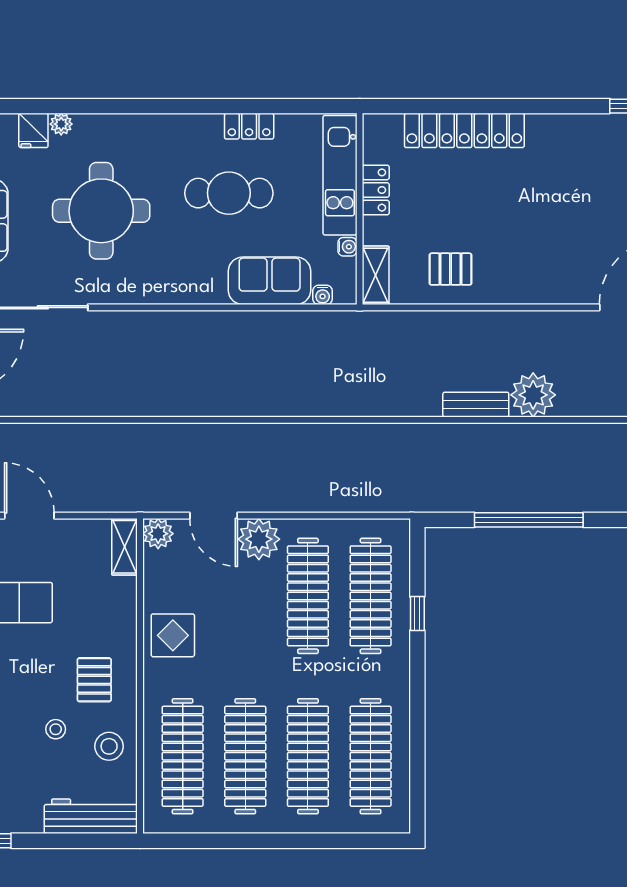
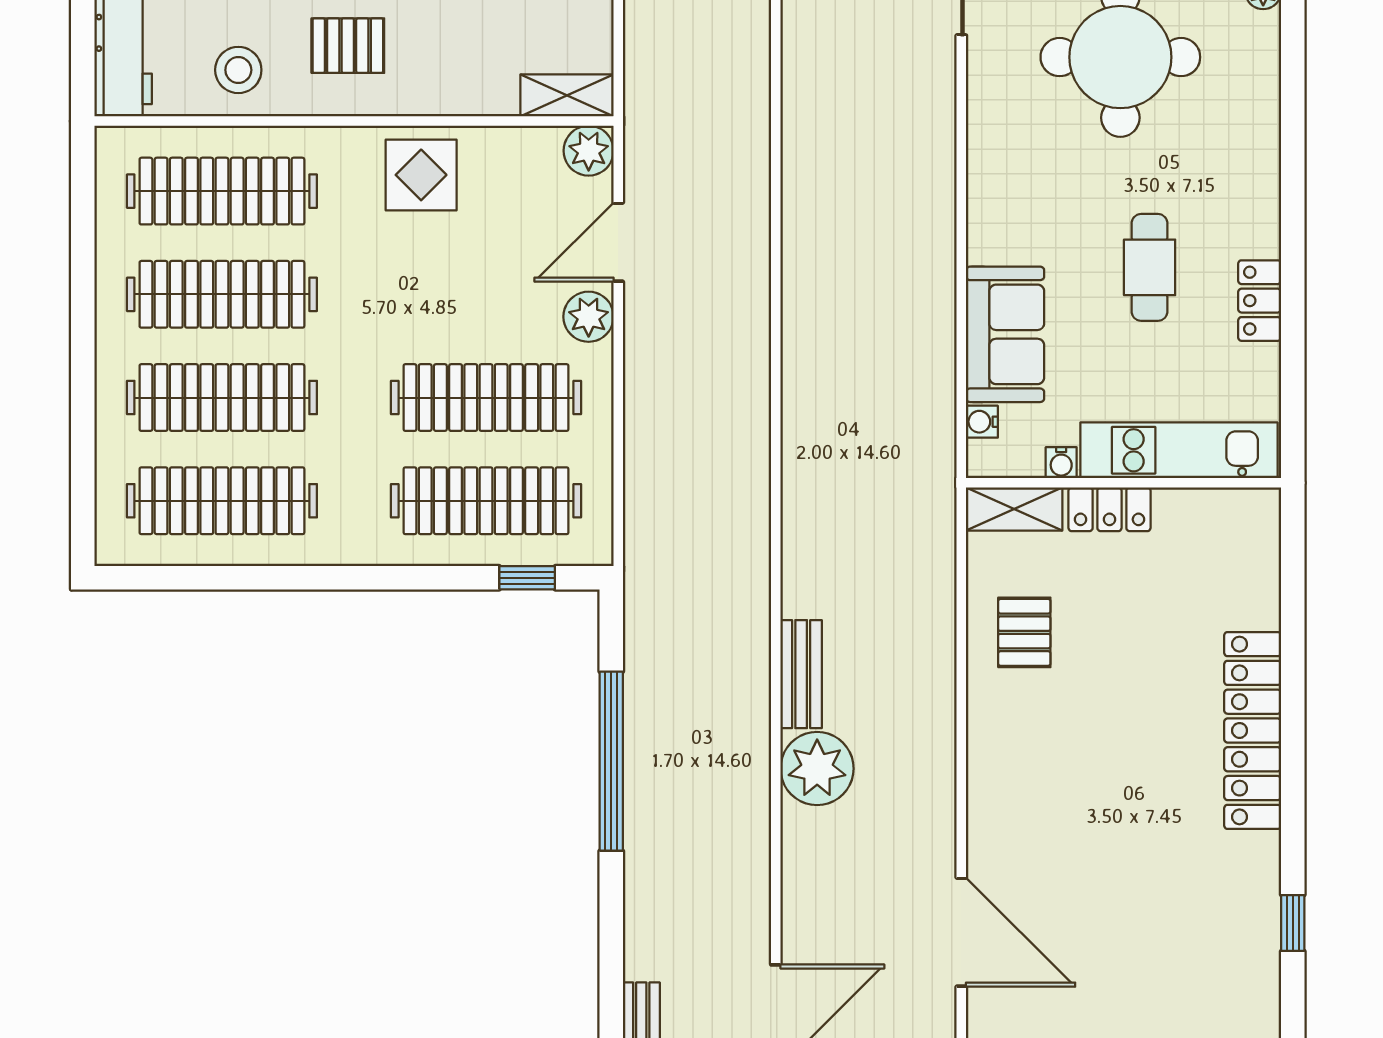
locker: (464, 130) -> (1253, 730), moved
locker: (376, 190) -> (1109, 509), moved
cafe table: (229, 193) -> (1150, 267), width x0.73, depth x0.74
plant: (259, 539) -> (589, 317), width x0.73, depth x0.73
window: (417, 614) -> (527, 578), moved

